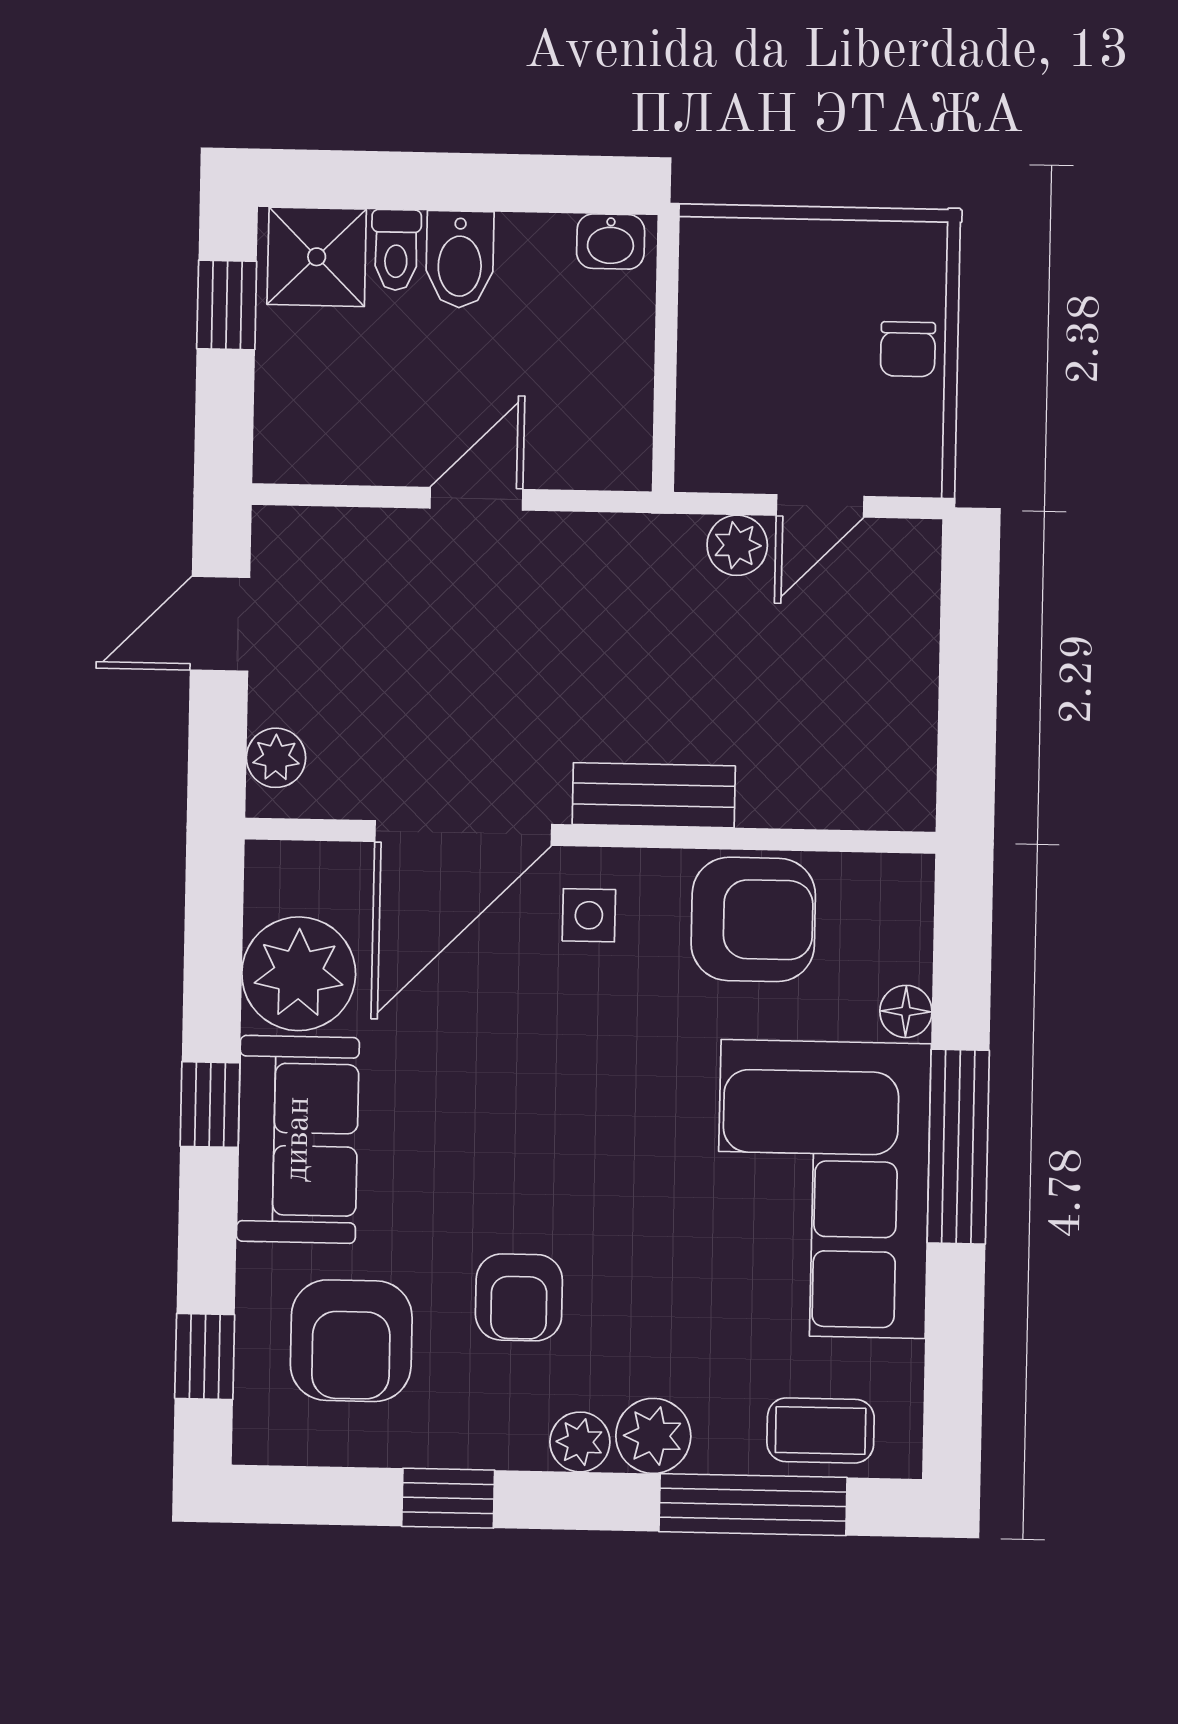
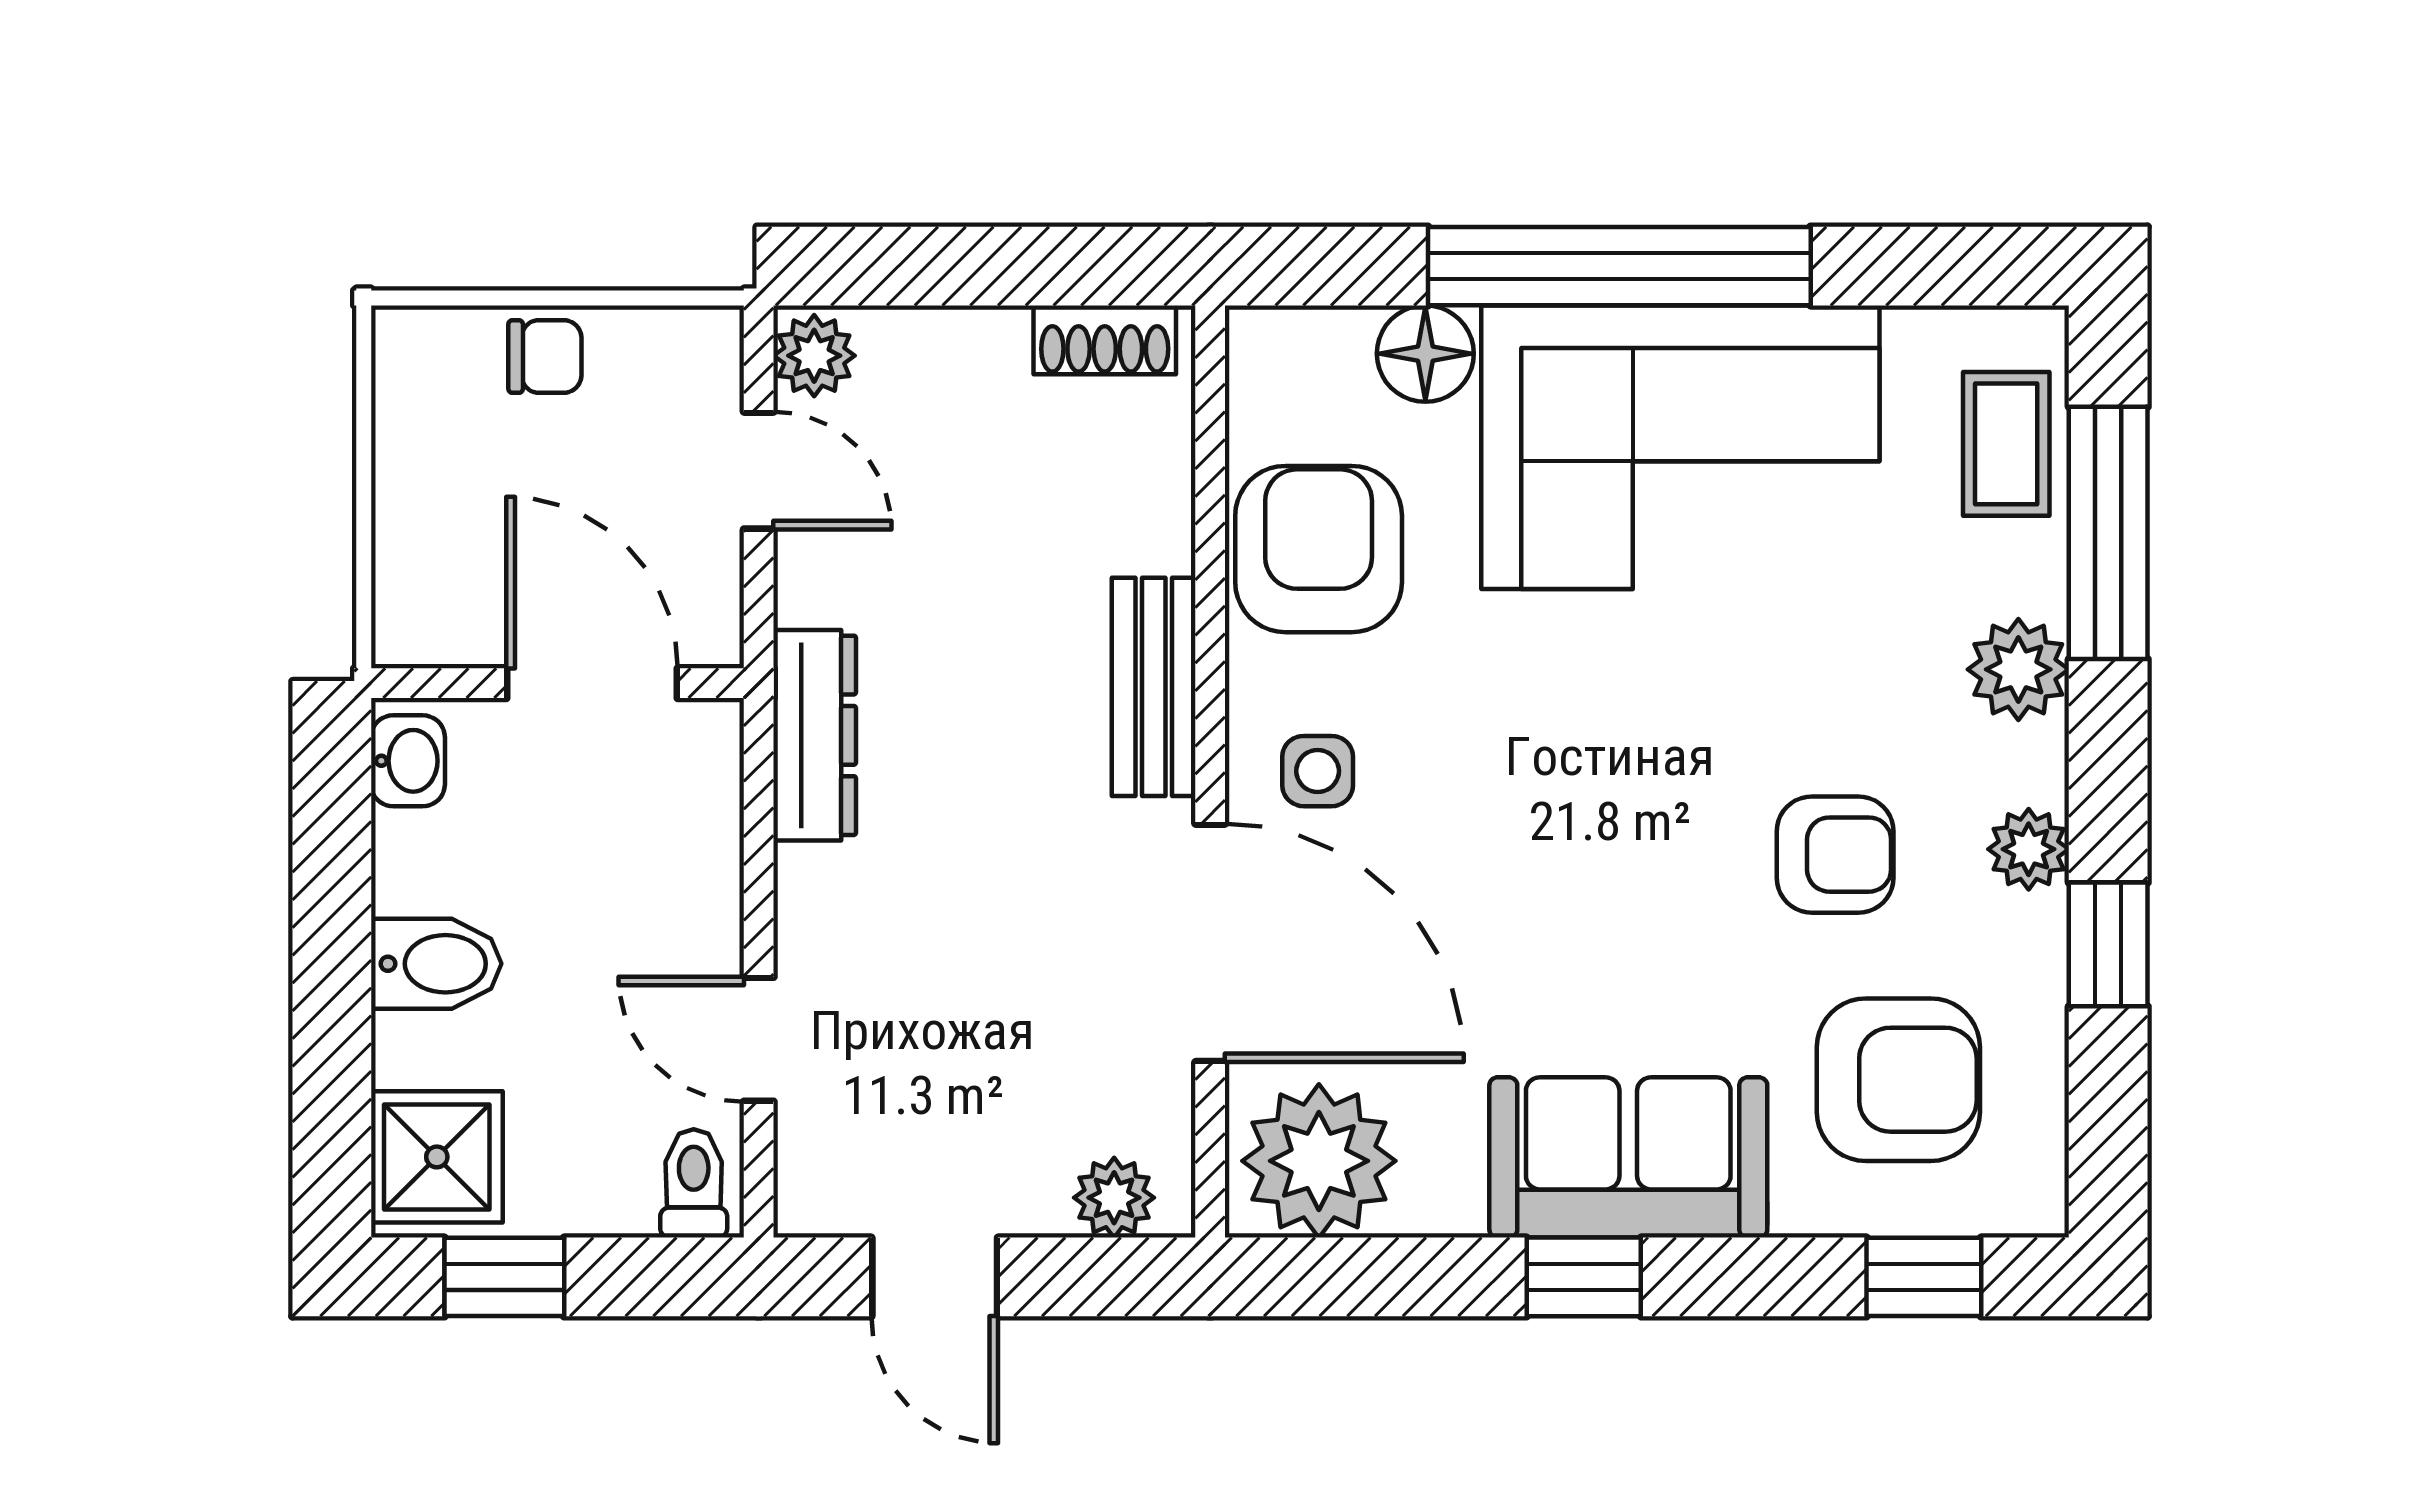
toilet: (396, 250) -> (694, 1183), moved, turned -90
door: (665, 379) -> (592, 683), added
door: (476, 499) -> (759, 1039), moved
dresser: (623, 543) -> (815, 735), added
plant: (737, 545) -> (814, 356), moved
shoe rack: (912, 764) -> (1105, 340), added
plant: (299, 974) -> (1319, 1161), moved
floor lamp: (906, 1011) -> (1425, 354), width x1.37, depth x1.37
window: (958, 1147) -> (1619, 266), width x1.46
plant: (580, 1442) -> (2029, 849), moved

